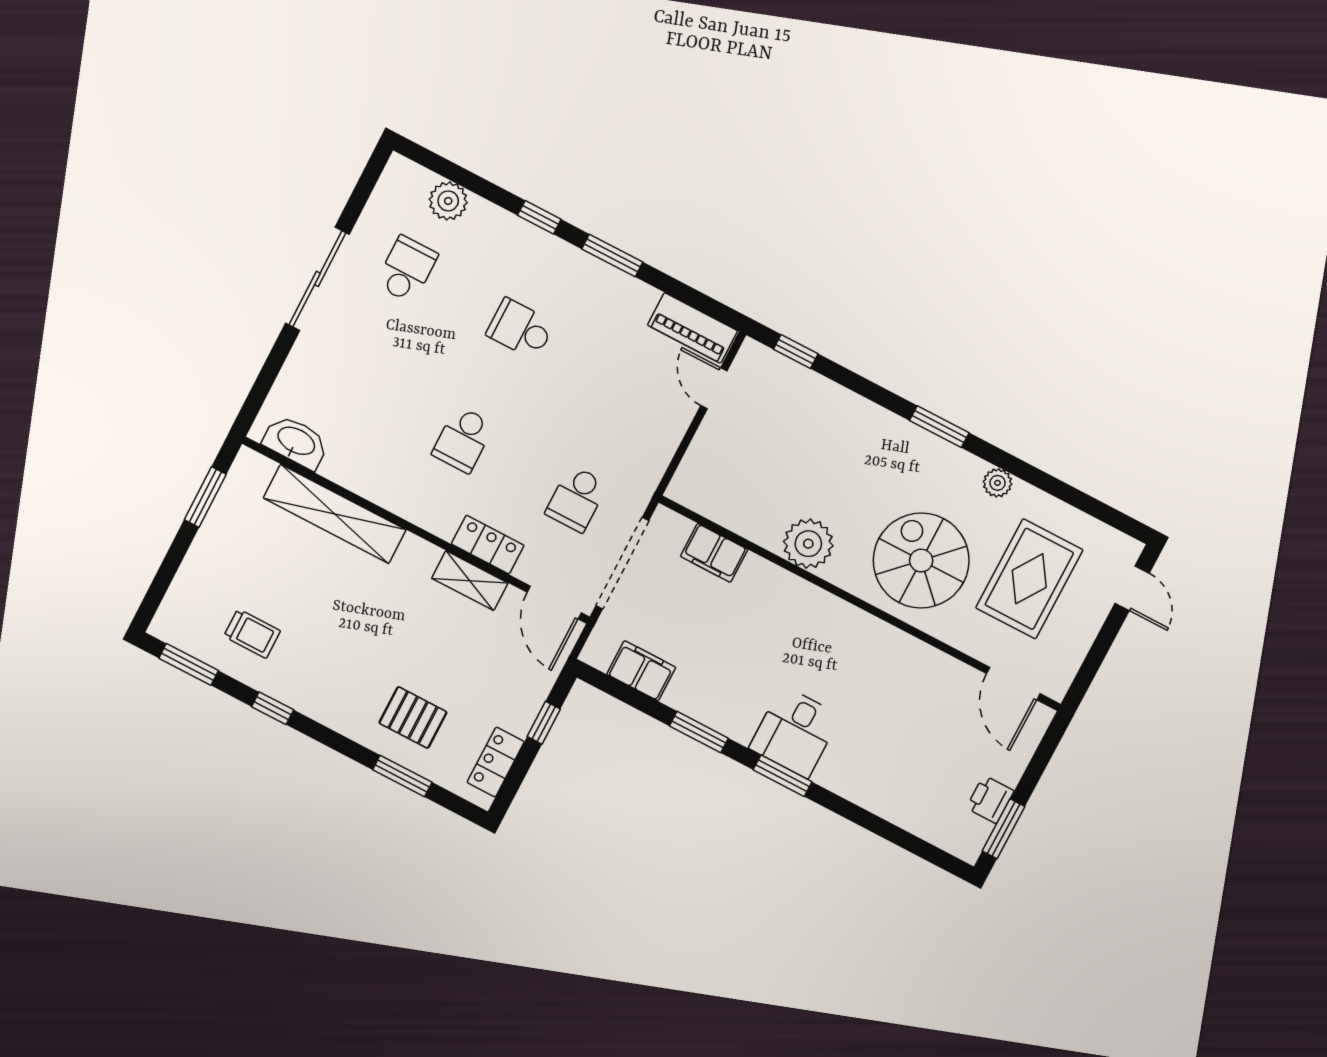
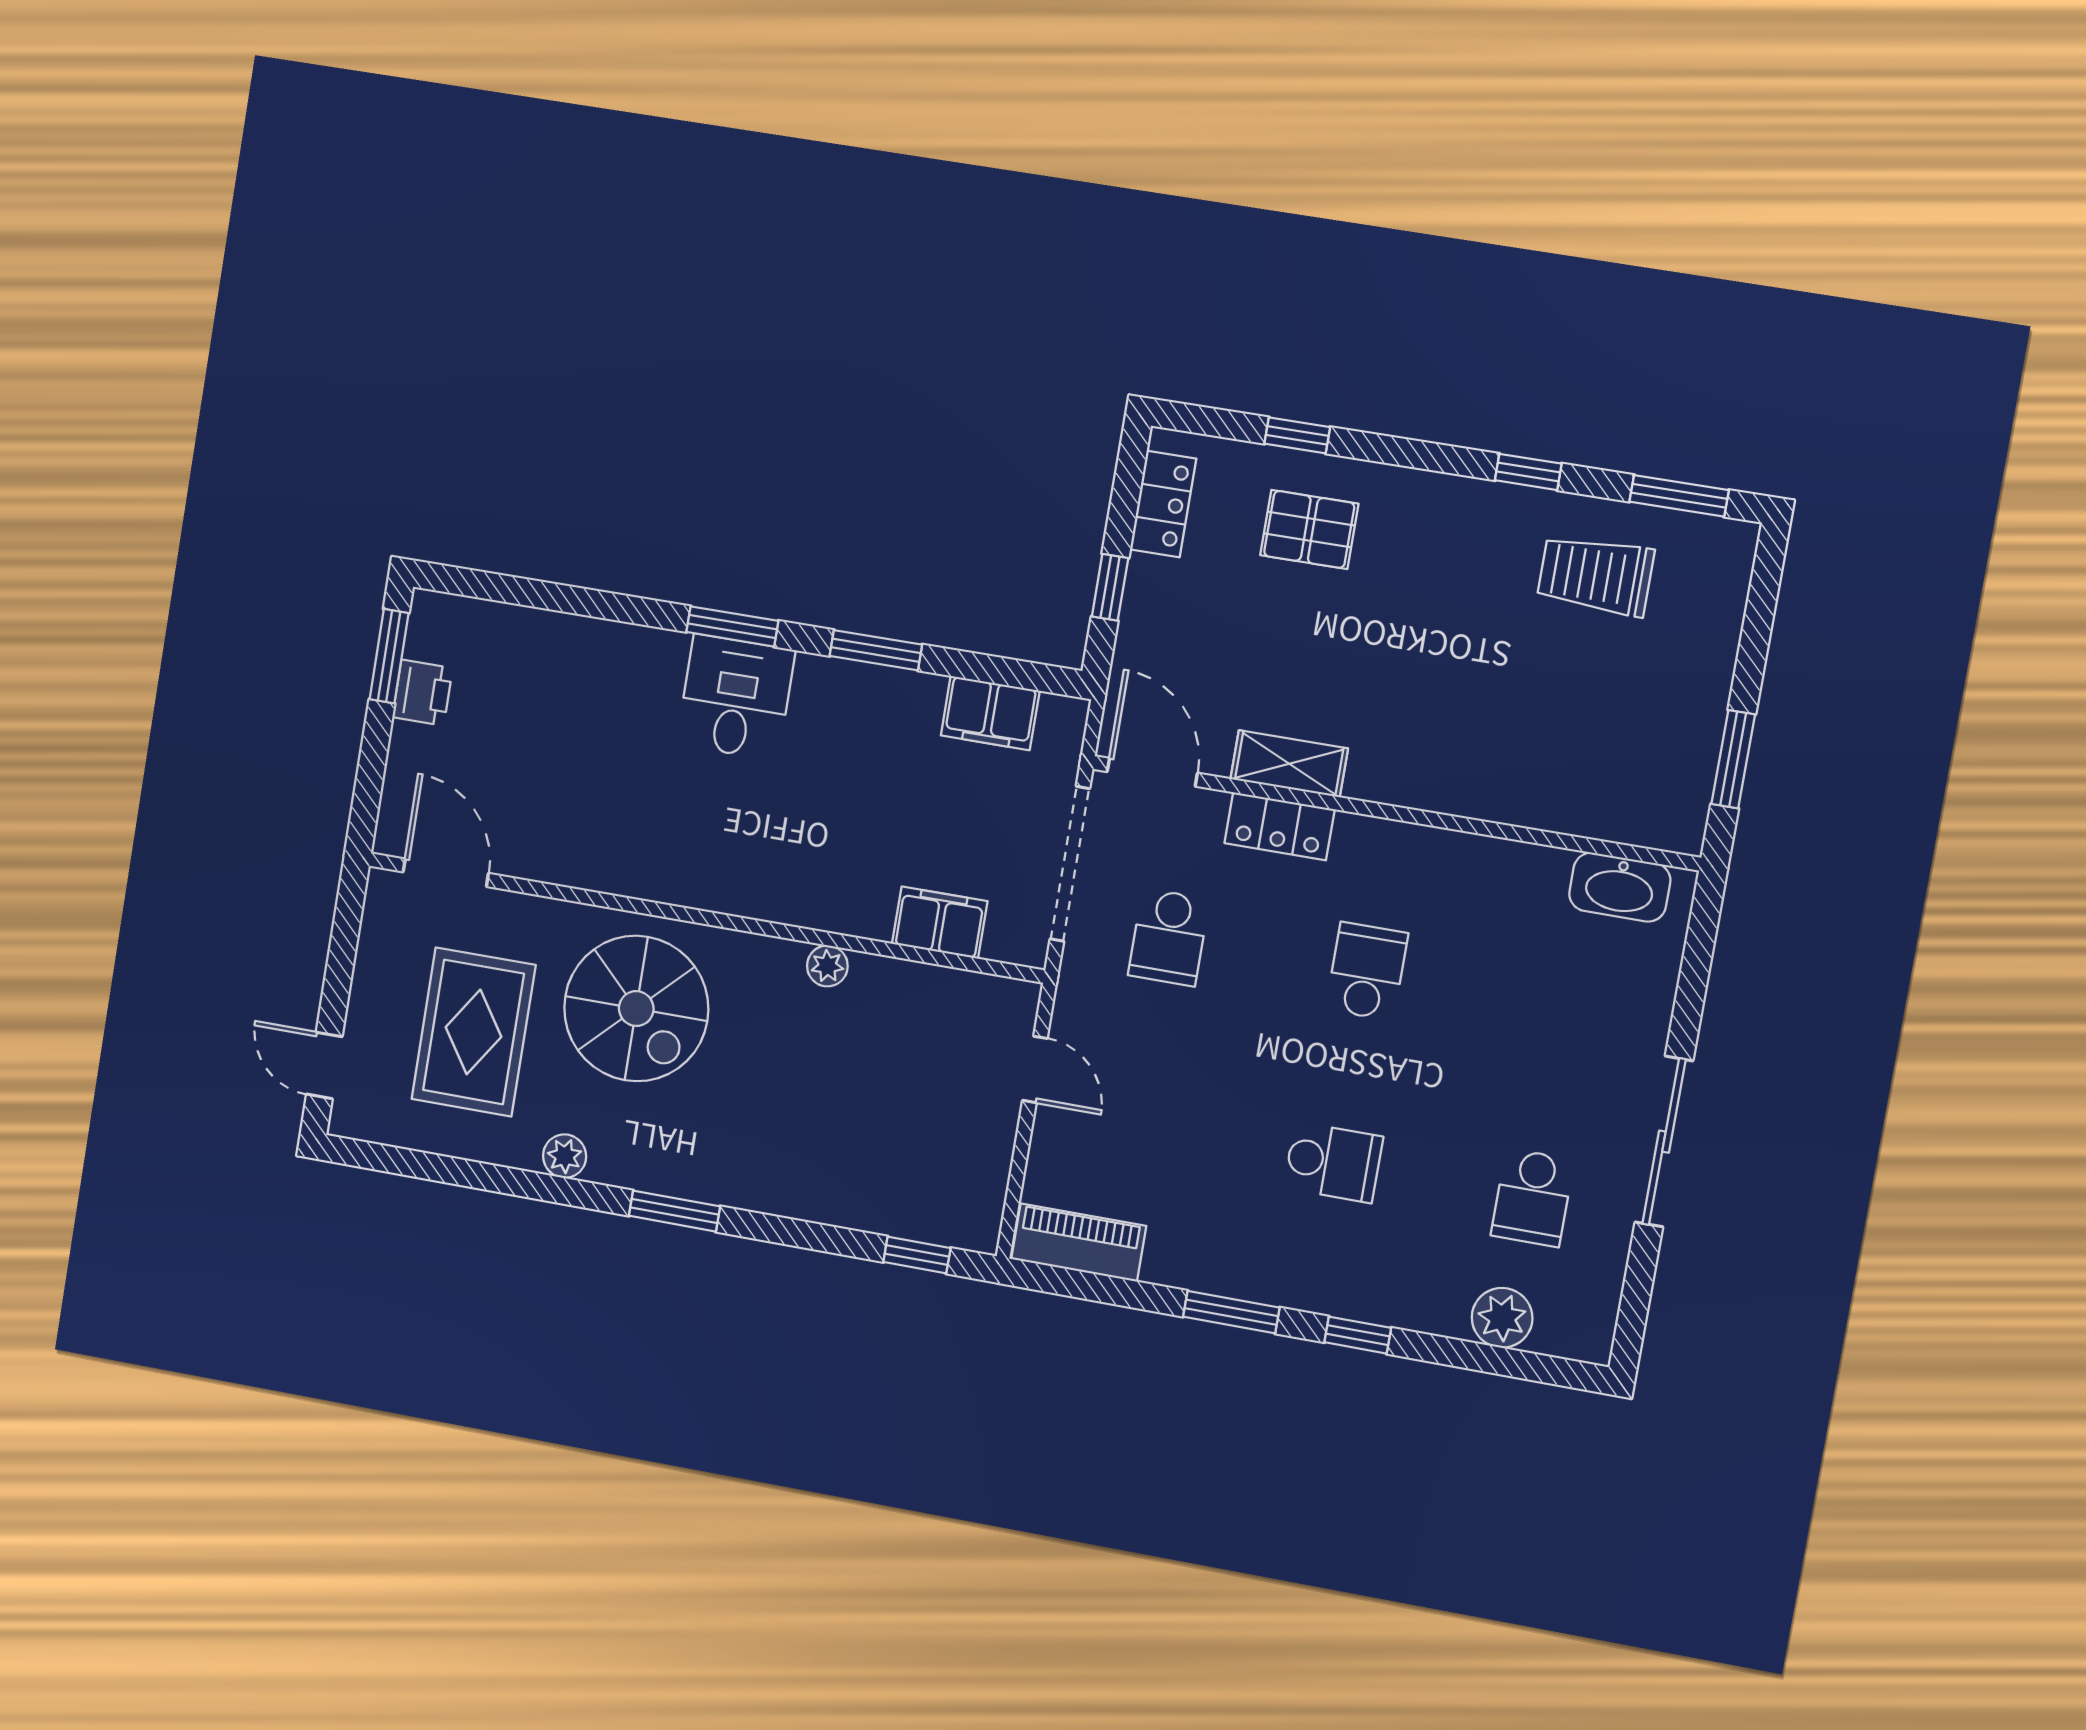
door: (714, 388) -> (1035, 1069), moved
school desk: (576, 499) -> (1169, 937), turned 180
shelving: (335, 514) -> (1526, 798), removed
plant: (808, 544) -> (827, 966), width x0.53, depth x0.53
trolley: (252, 634) -> (1596, 575), width x1.36, depth x1.39
window: (402, 776) -> (1297, 435), width x0.67

